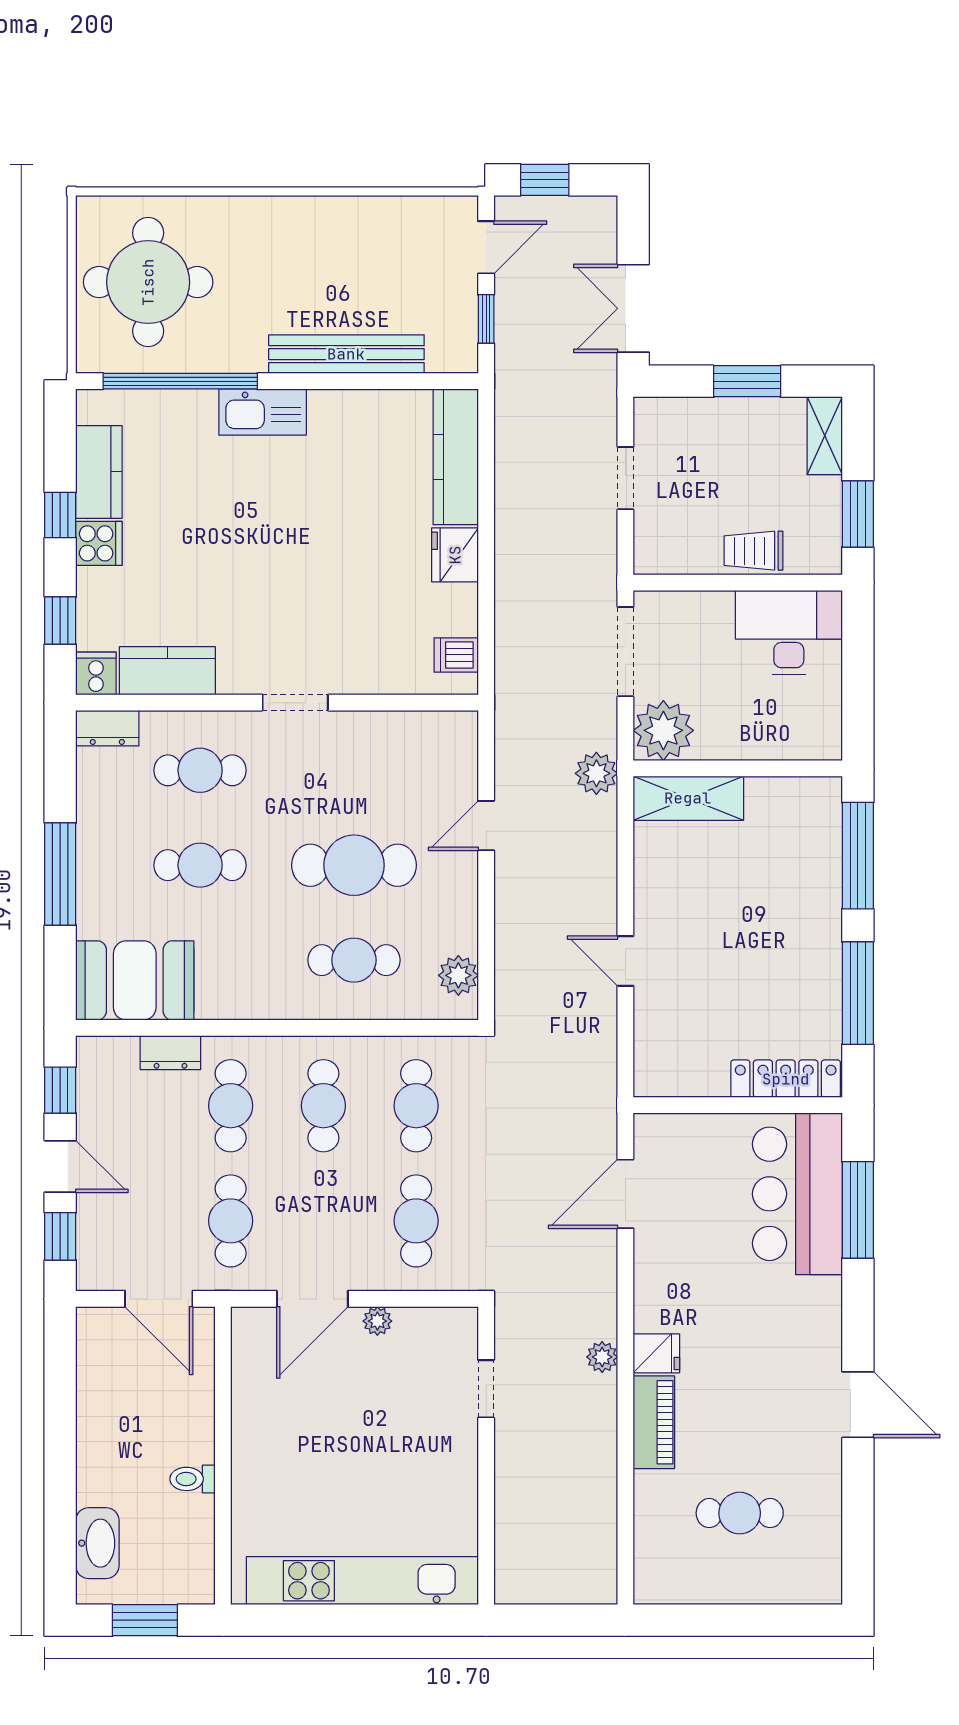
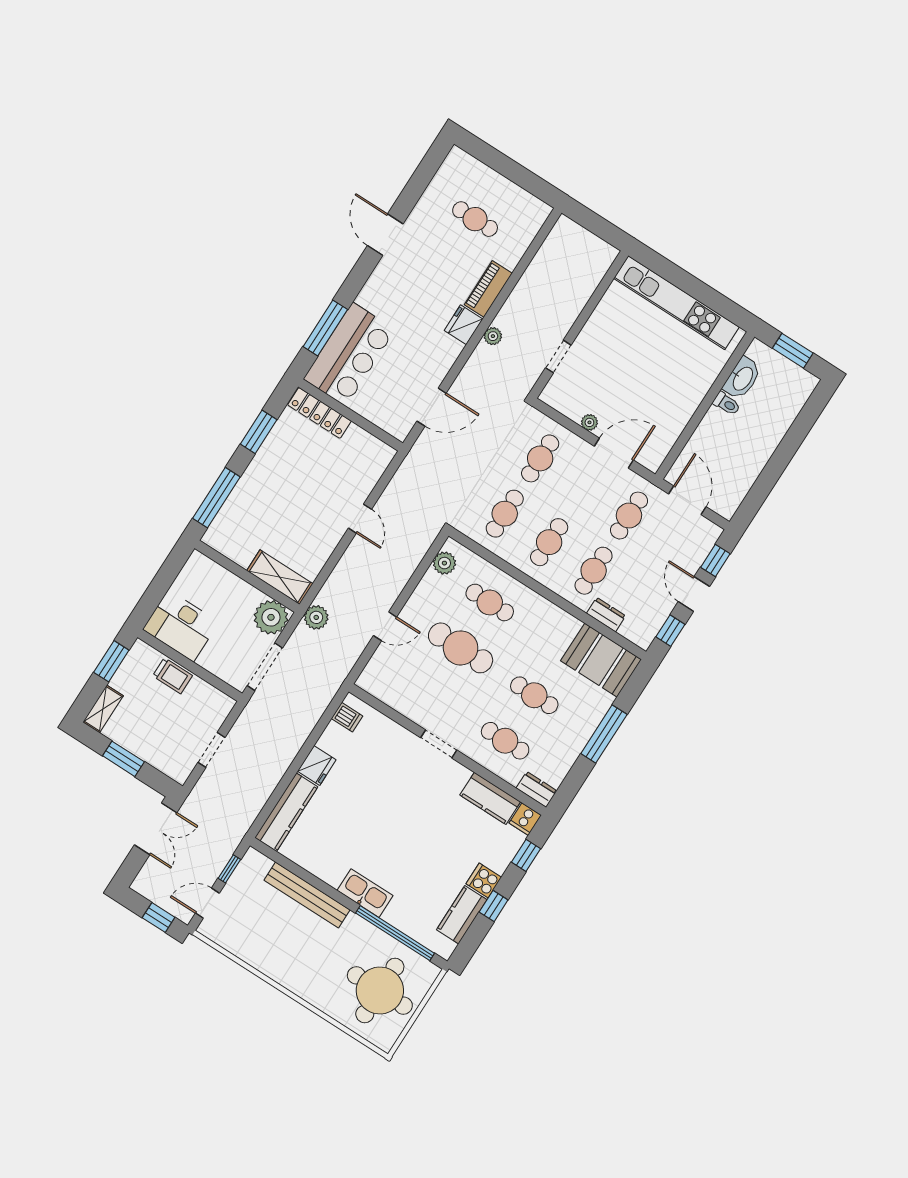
window: (858, 993) -> (259, 432), width x0.69
fridge: (656, 1353) -> (464, 325), width x1.38
washbasin: (97, 1543) -> (742, 378), moved, turned 180

